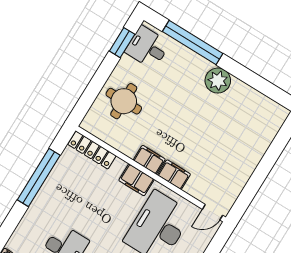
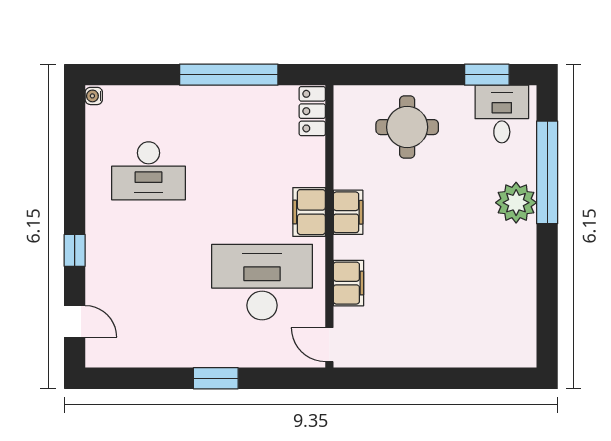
plant: (218, 81) -> (516, 203), moved
locker: (92, 150) -> (312, 111), width x0.66
filing cabinet: (174, 175) -> (348, 283), moved

